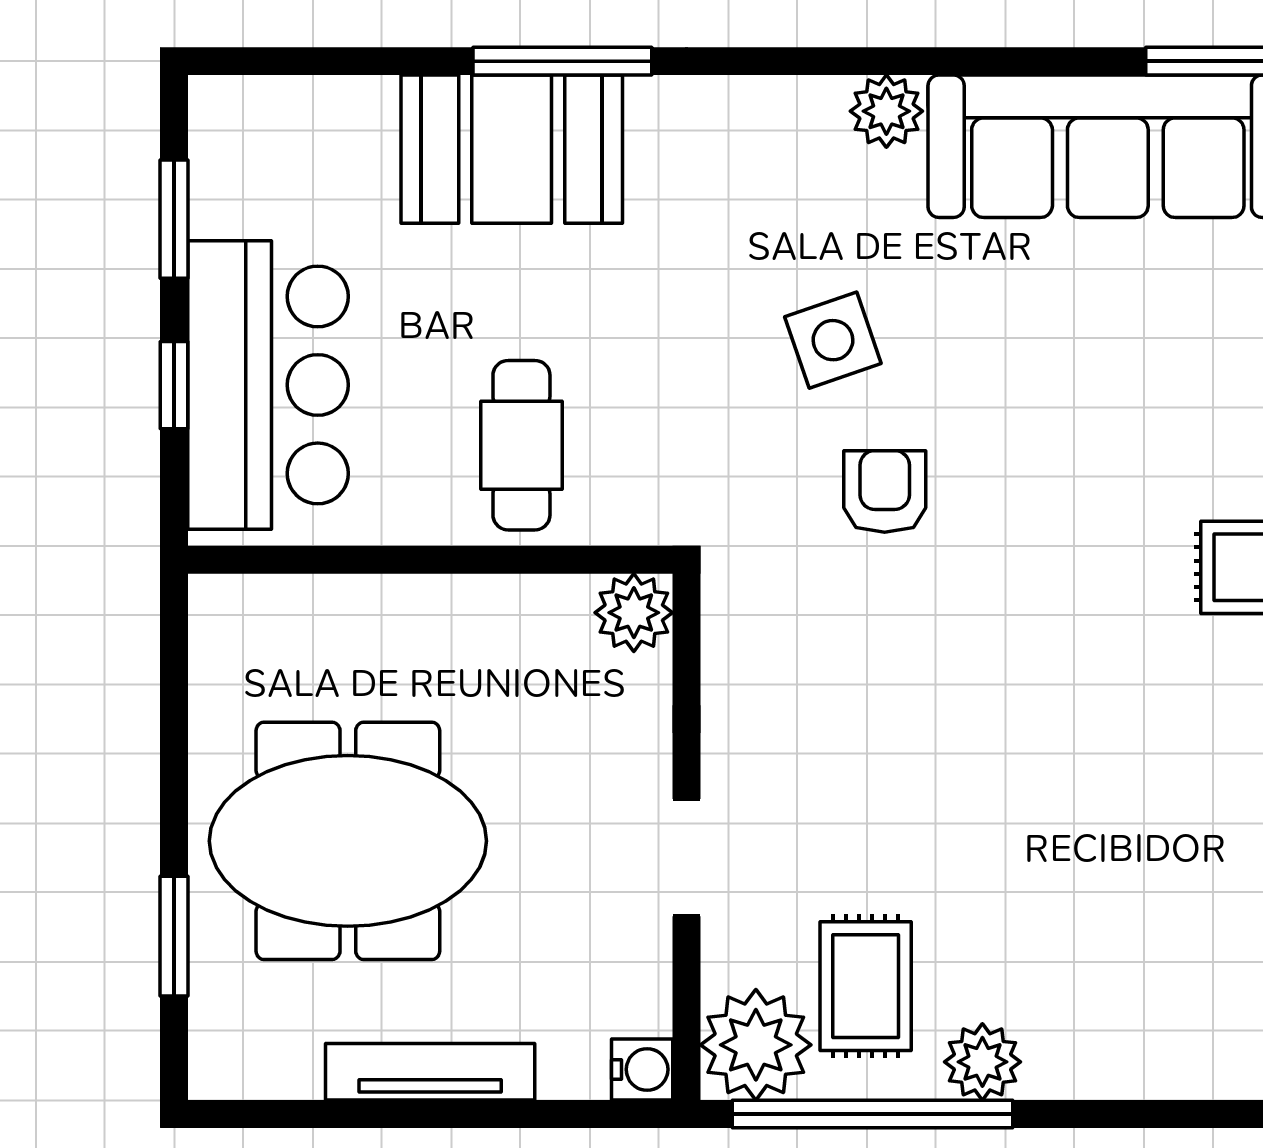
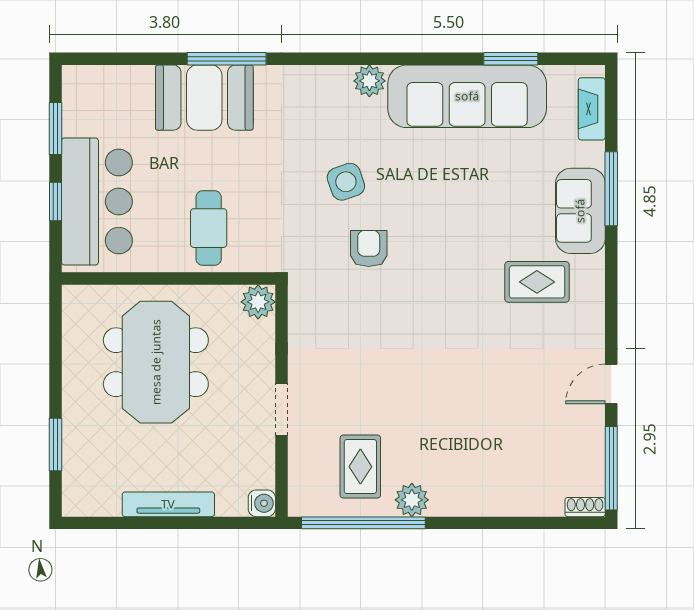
meeting table: (348, 841) -> (156, 362), moved, turned 90
plant: (756, 1045) -> (312, 492), removed

